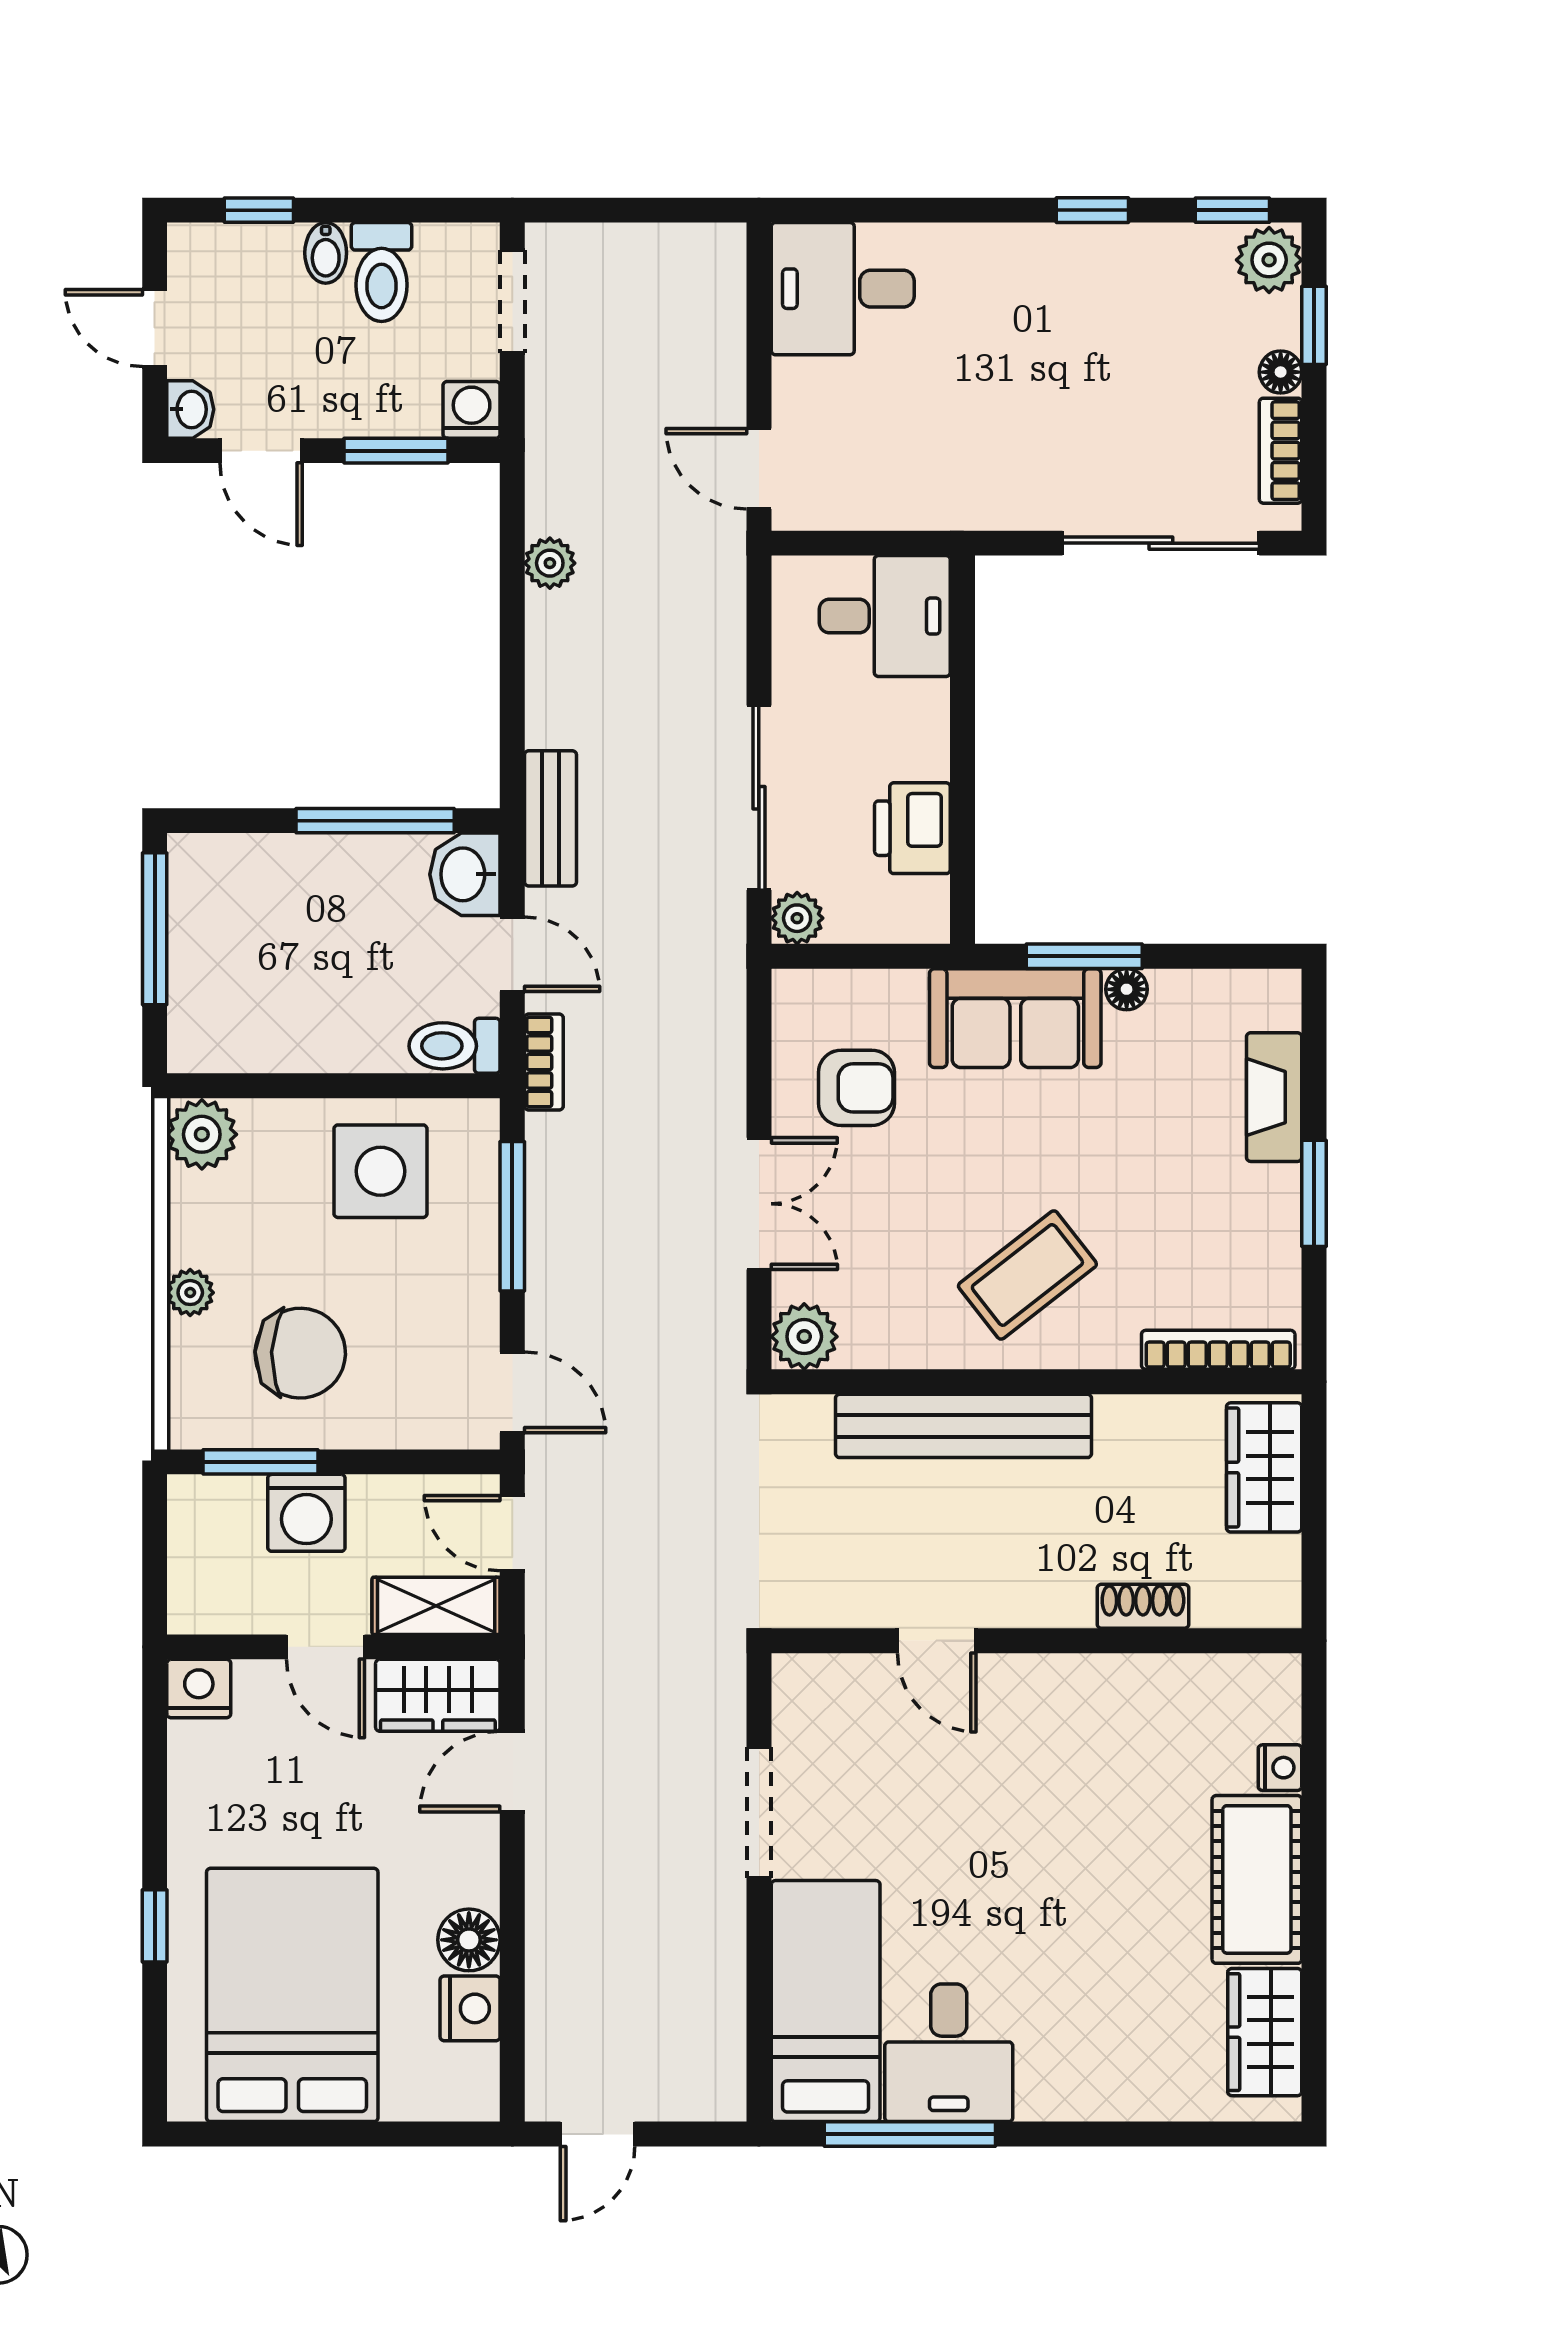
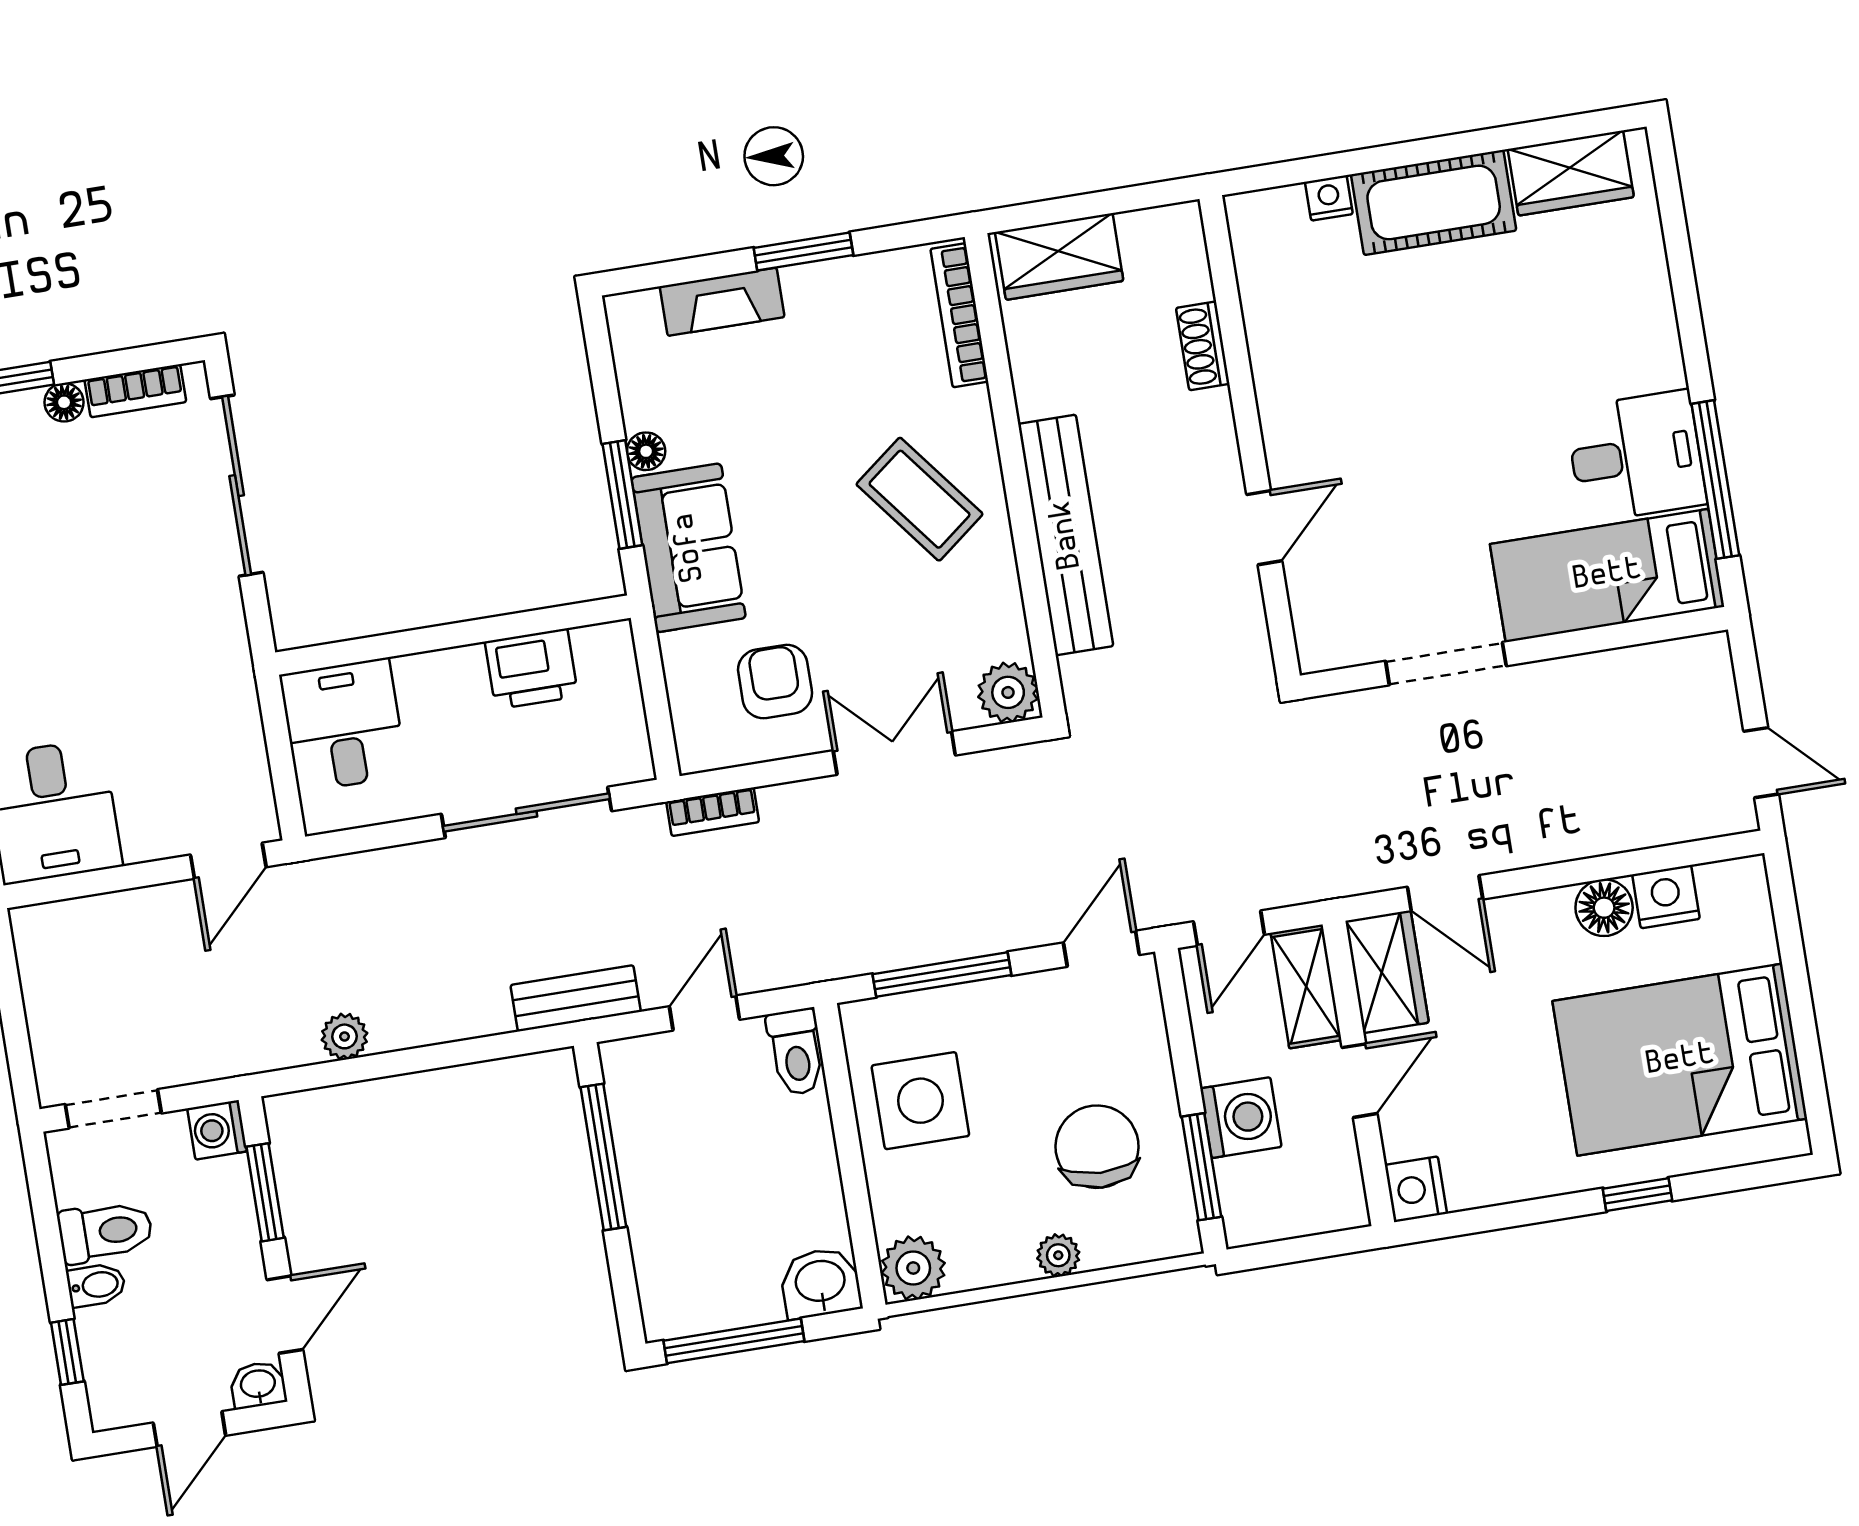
washbasin: (465, 874) -> (820, 1283), moved, turned 180
plant: (797, 918) -> (630, 760), removed
bookcase: (544, 1062) -> (713, 812), moved, turned 180

